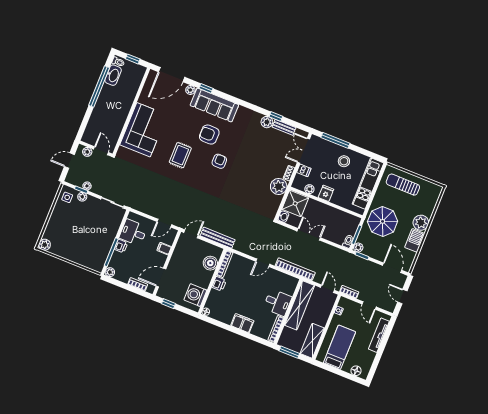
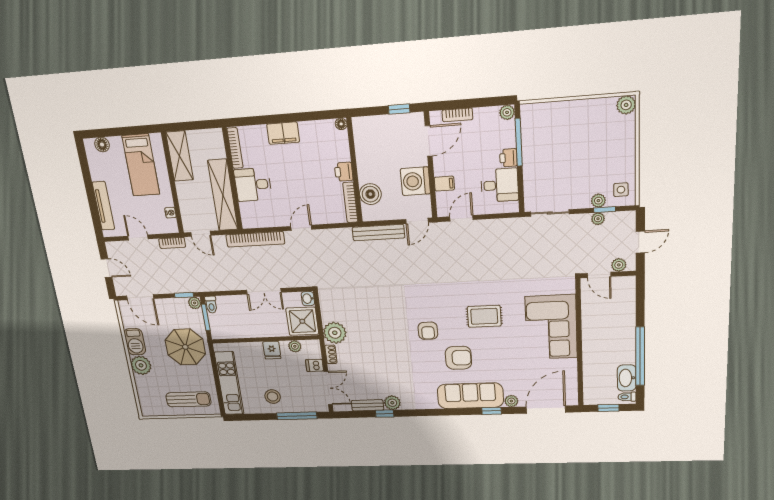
rug: (180, 155) -> (484, 316), turned 90
washing machine: (195, 295) -> (415, 181), moved, turned 180
window: (289, 352) -> (200, 125), removed

